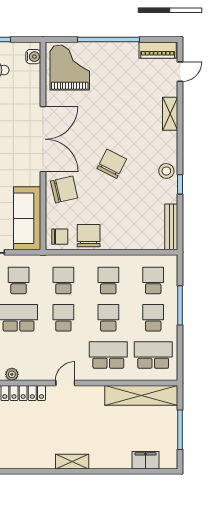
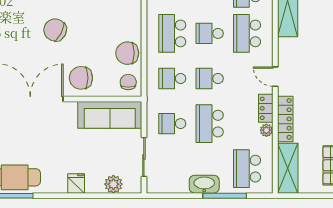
chair: (64, 190) -> (81, 78), turned -77
school desk: (108, 280) -> (172, 33), width x1.85
locker: (34, 374) -> (266, 108), added

